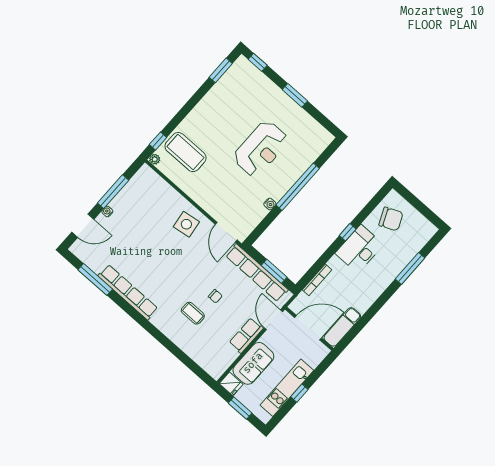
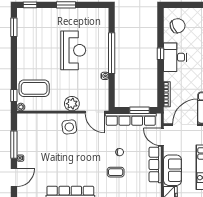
plant: (210, 202) -> (72, 104), added
row of seats: (246, 335) -> (155, 165), width x1.48

